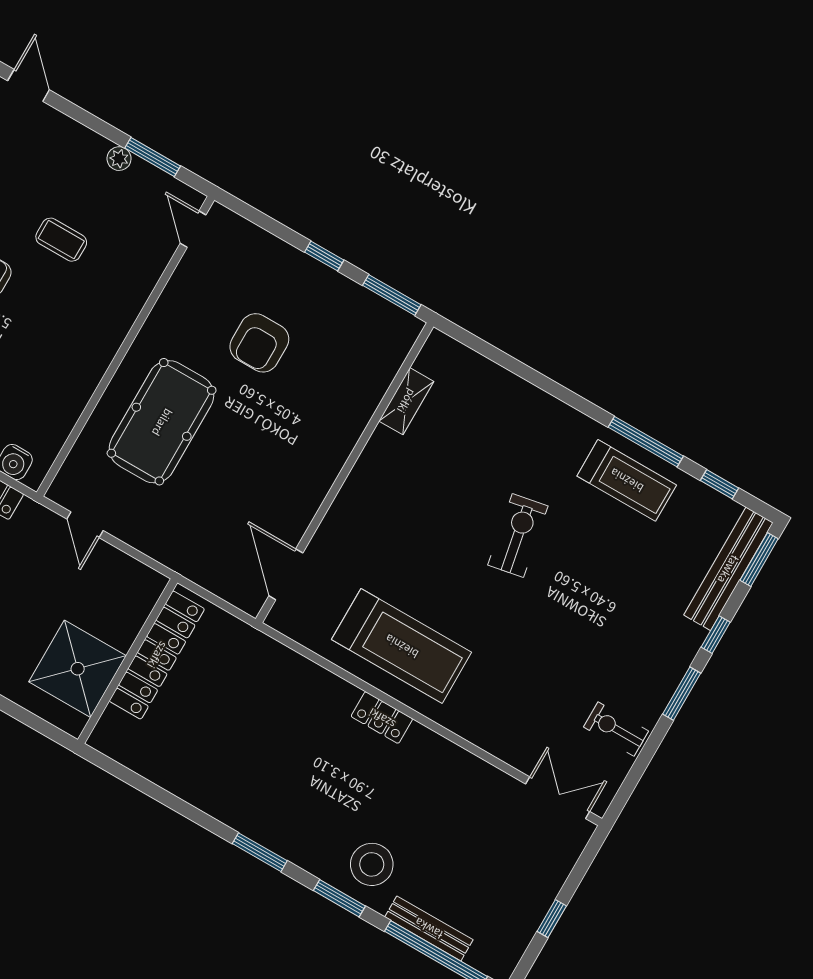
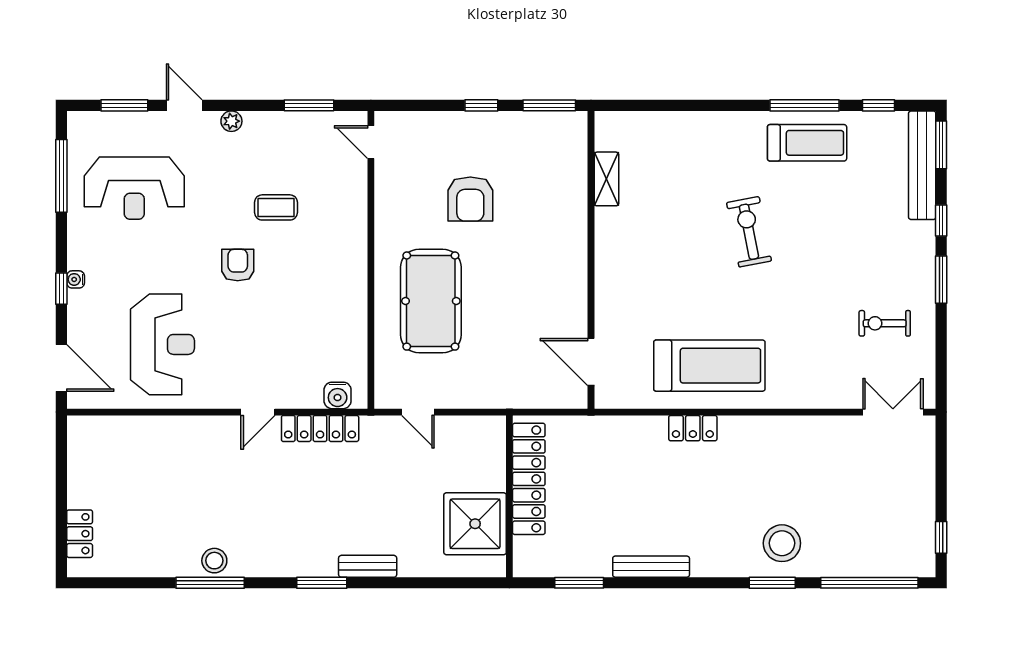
plant: (119, 159) -> (231, 121), moved
locker: (382, 718) -> (693, 428), moved
exercise bike: (616, 729) -> (885, 323), moved
window: (260, 852) -> (579, 583), moved
window: (552, 919) -> (941, 537), moved
bench: (429, 928) -> (651, 567), moved

